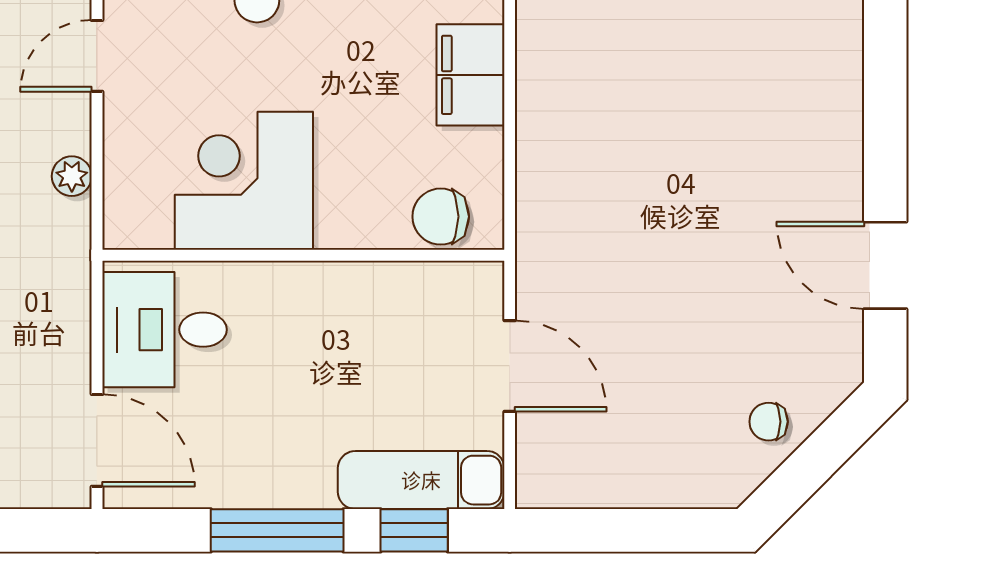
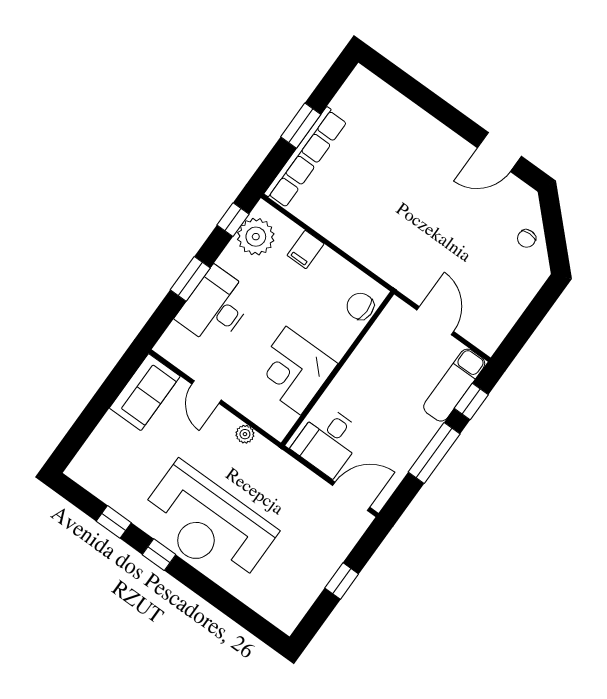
filing cabinet: (470, 75) -> (306, 250), width x0.50
chair: (441, 217) -> (360, 306), turned 90
door: (510, 366) -> (435, 321), hinge flipped

